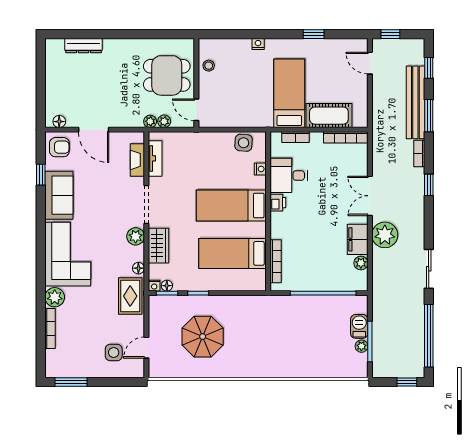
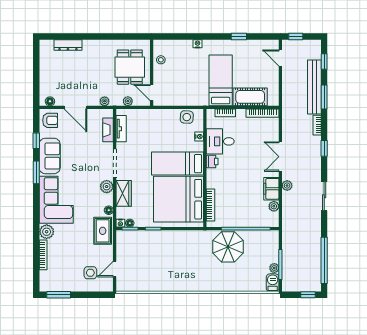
dining table: (167, 75) -> (130, 67), turned 90
plant: (150, 121) -> (105, 101), moved
window: (41, 217) -> (36, 172), added
plant: (385, 235) -> (287, 185), width x0.53, depth x0.53
bed: (232, 253) -> (178, 199), width x2.04
sliding door: (429, 269) -> (324, 196), moved
barbecue: (359, 326) -> (273, 283), moved
parasol: (203, 337) -> (228, 247), moved

